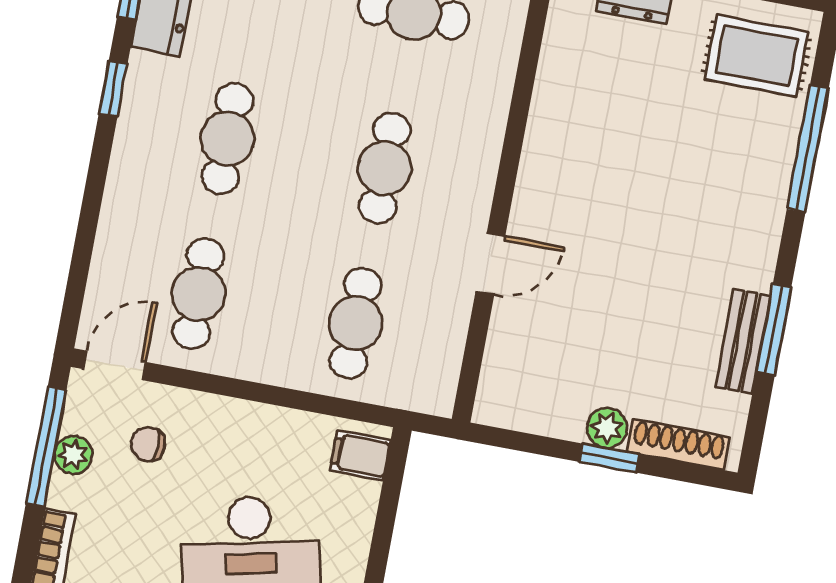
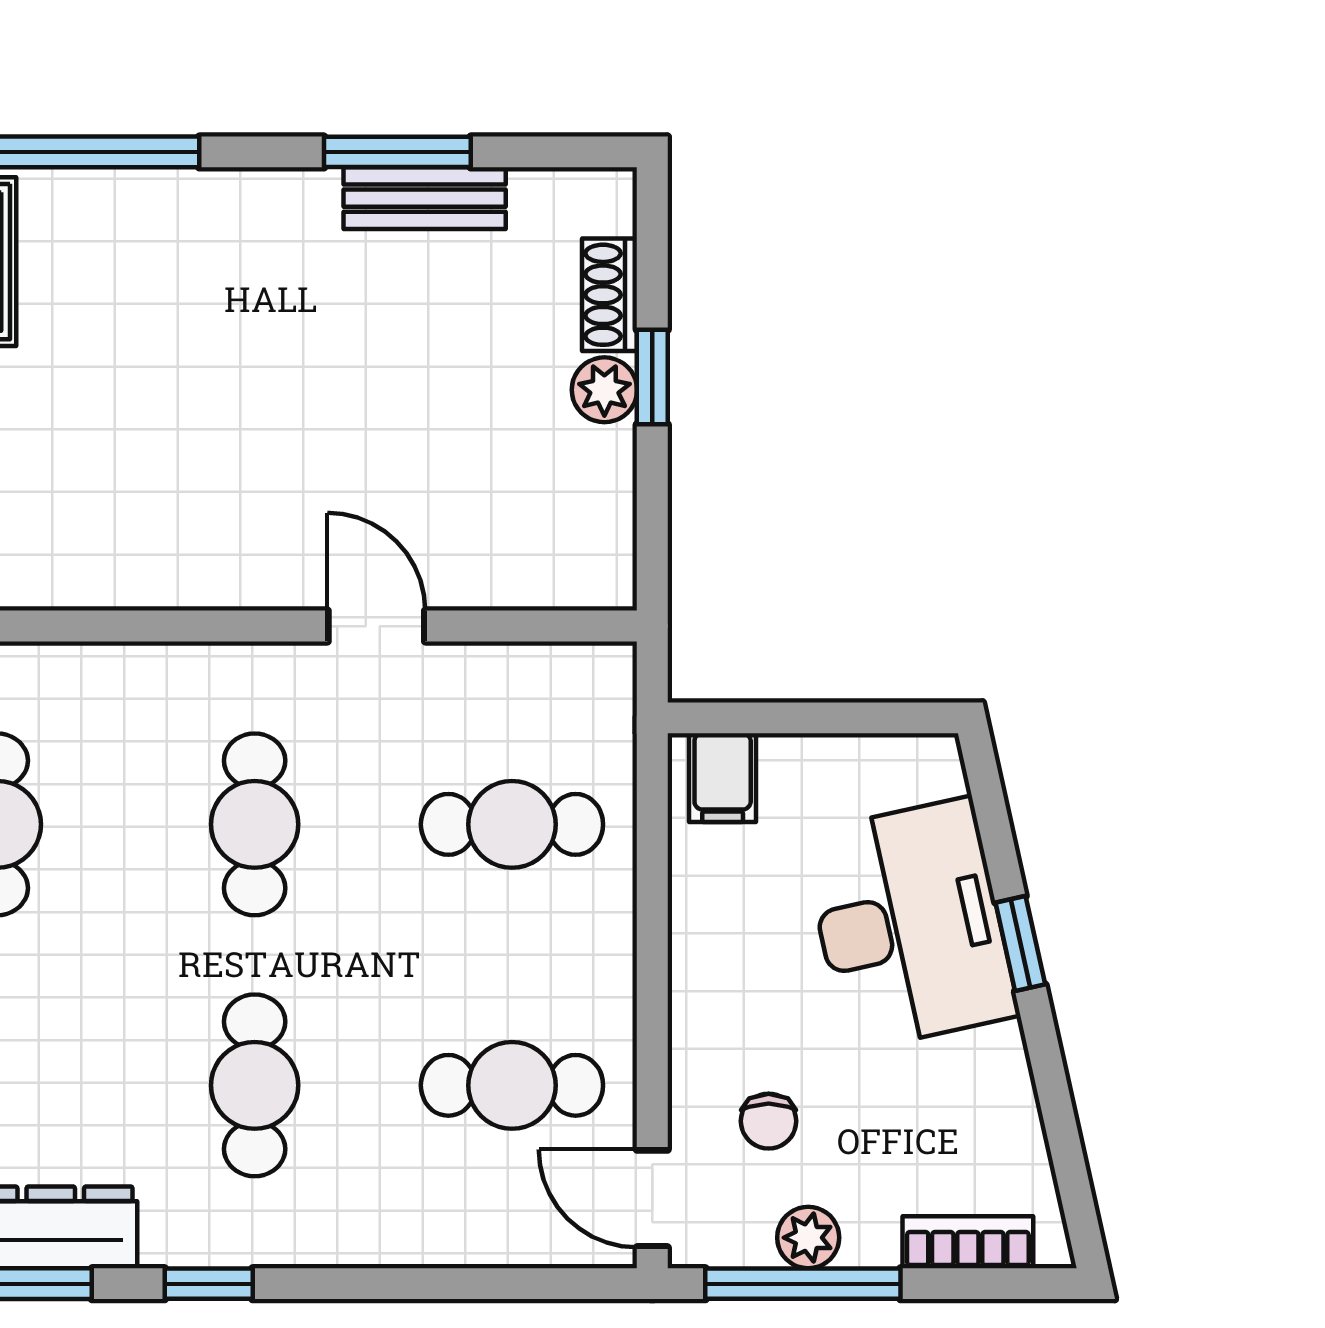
cafe table: (227, 139) -> (255, 1085), turned 90
cafe table: (385, 168) -> (255, 824), turned 90
shoe rack: (678, 444) -> (610, 295), width x0.70

